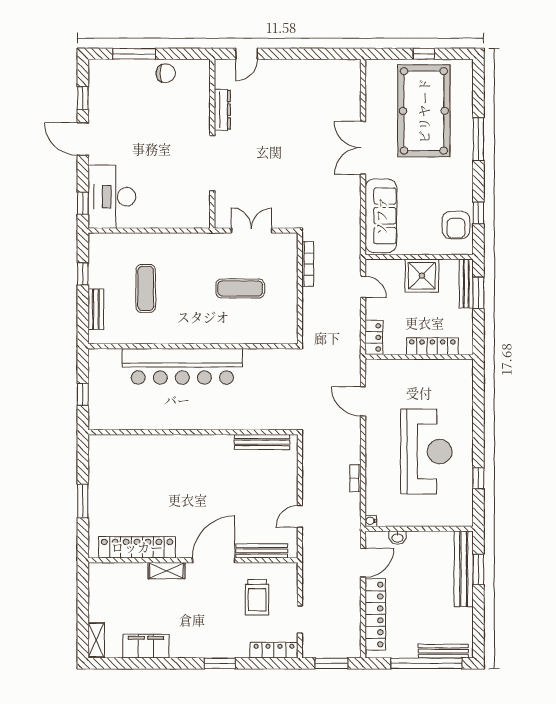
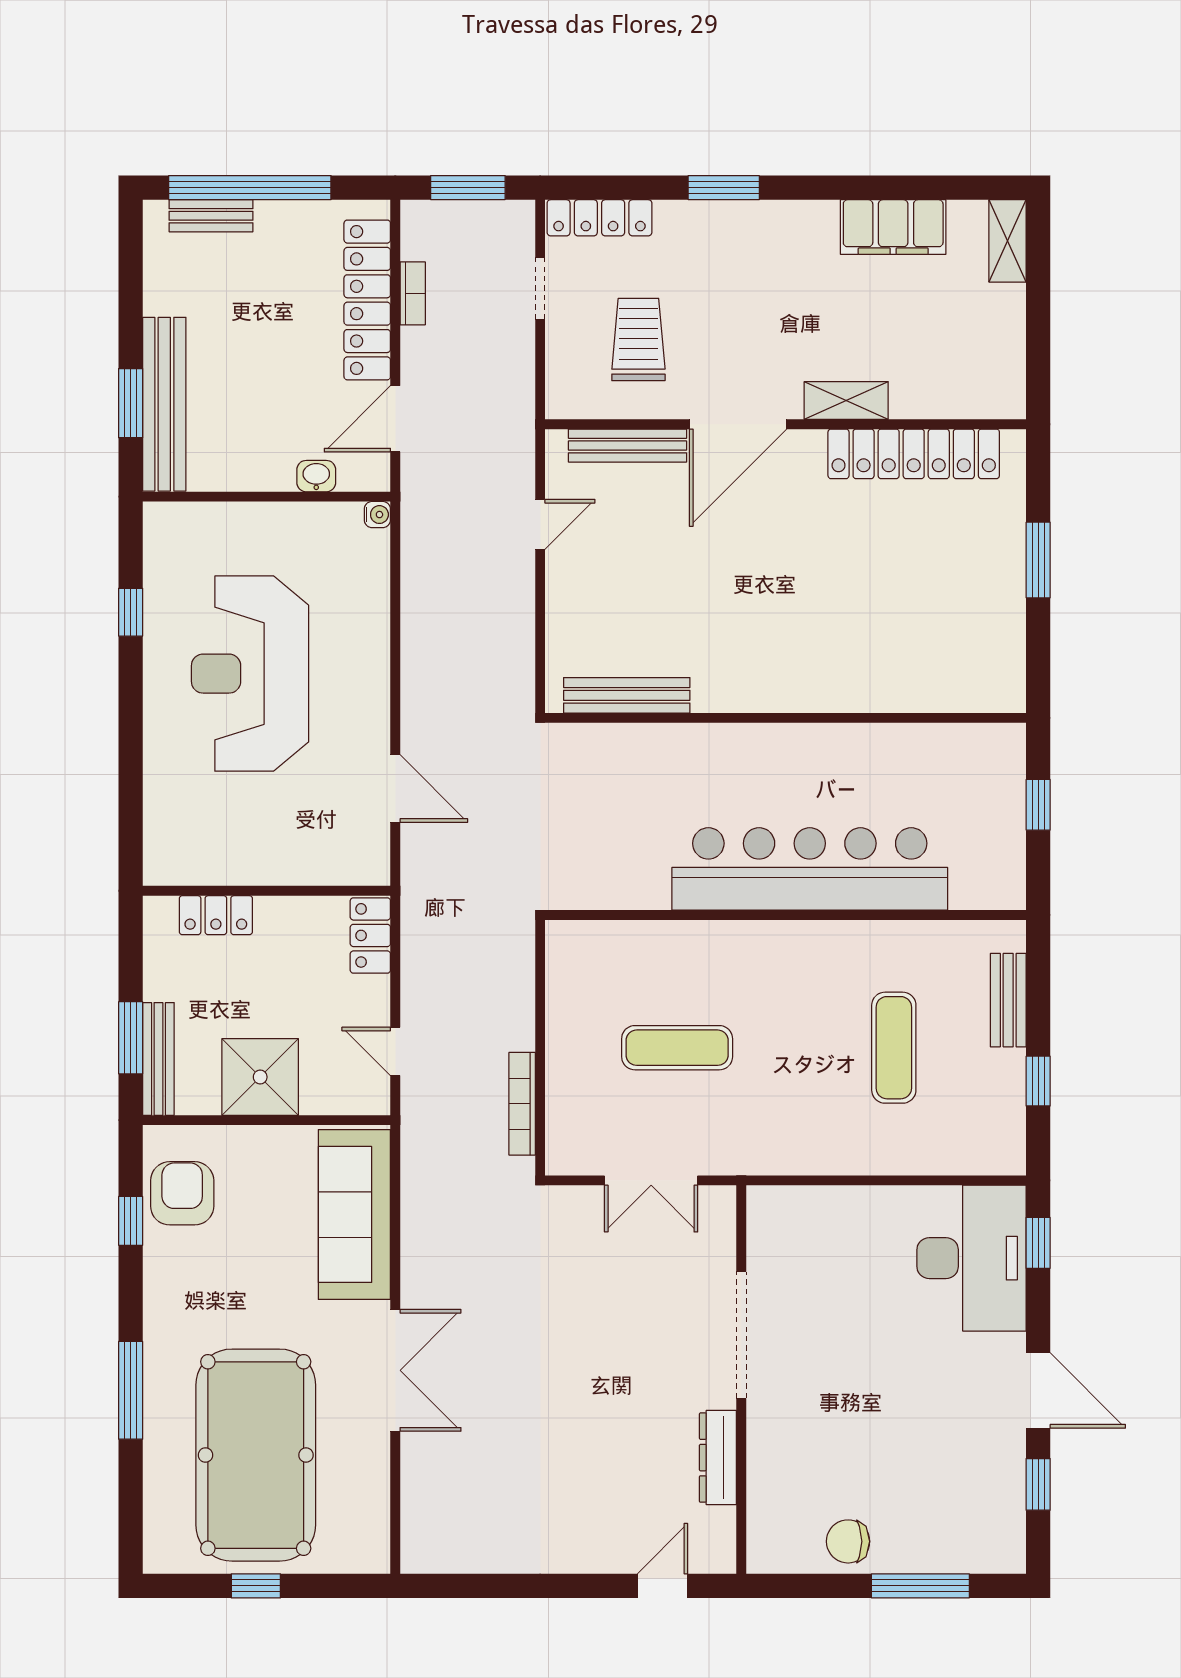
locker: (432, 346) -> (216, 915), width x0.66
bookcase: (355, 478) -> (413, 293), moved
bench: (443, 651) -> (211, 216), width x0.73

